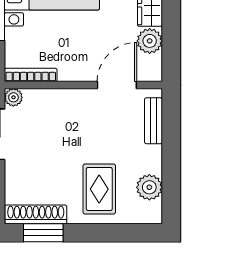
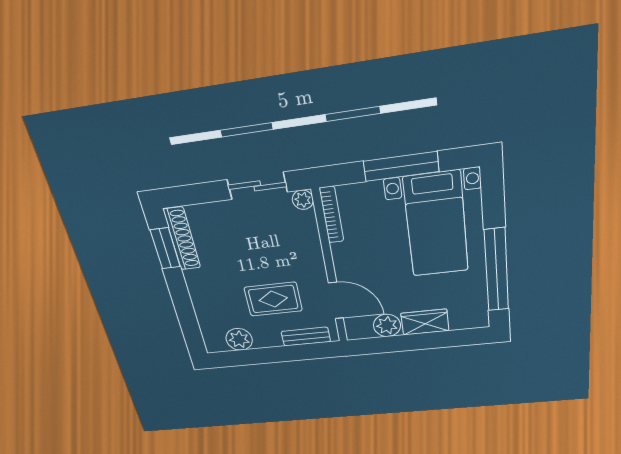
rug: (99, 189) -> (273, 299), moved

